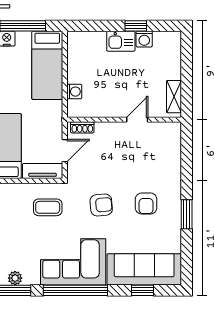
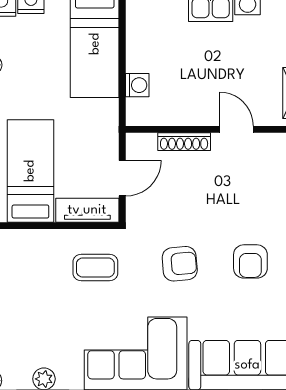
door: (137, 120) -> (236, 129), hinge flipped
shoe rack: (82, 127) -> (184, 142), moved, width x1.43

